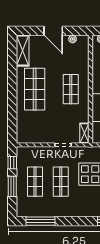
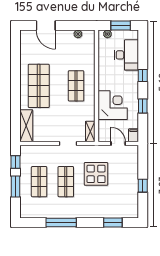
door: (53, 31) -> (46, 25), moved
shelving: (23, 51) -> (26, 126), moved
window: (41, 221) -> (61, 222), moved

